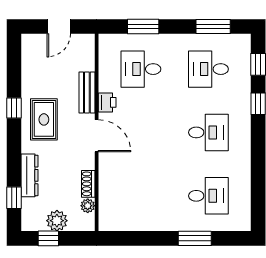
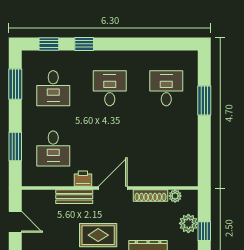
shoe rack: (88, 184) -> (150, 196), width x1.43

